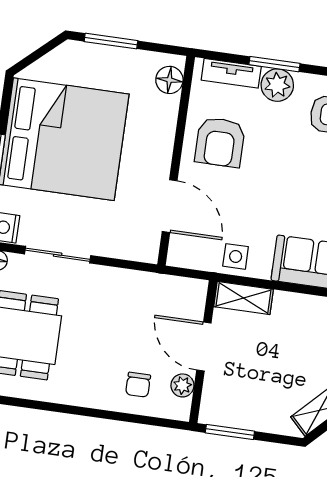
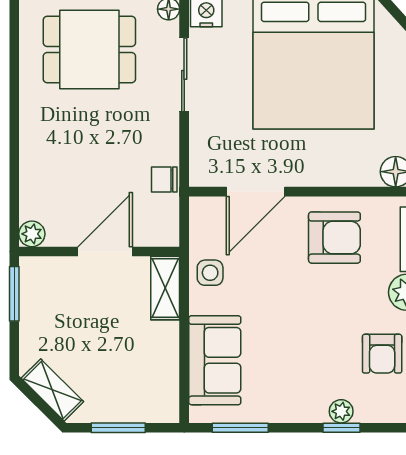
armchair: (220, 142) -> (334, 238), turned 180
chair: (138, 385) -> (164, 179), moved
plant: (182, 385) -> (32, 234), moved

